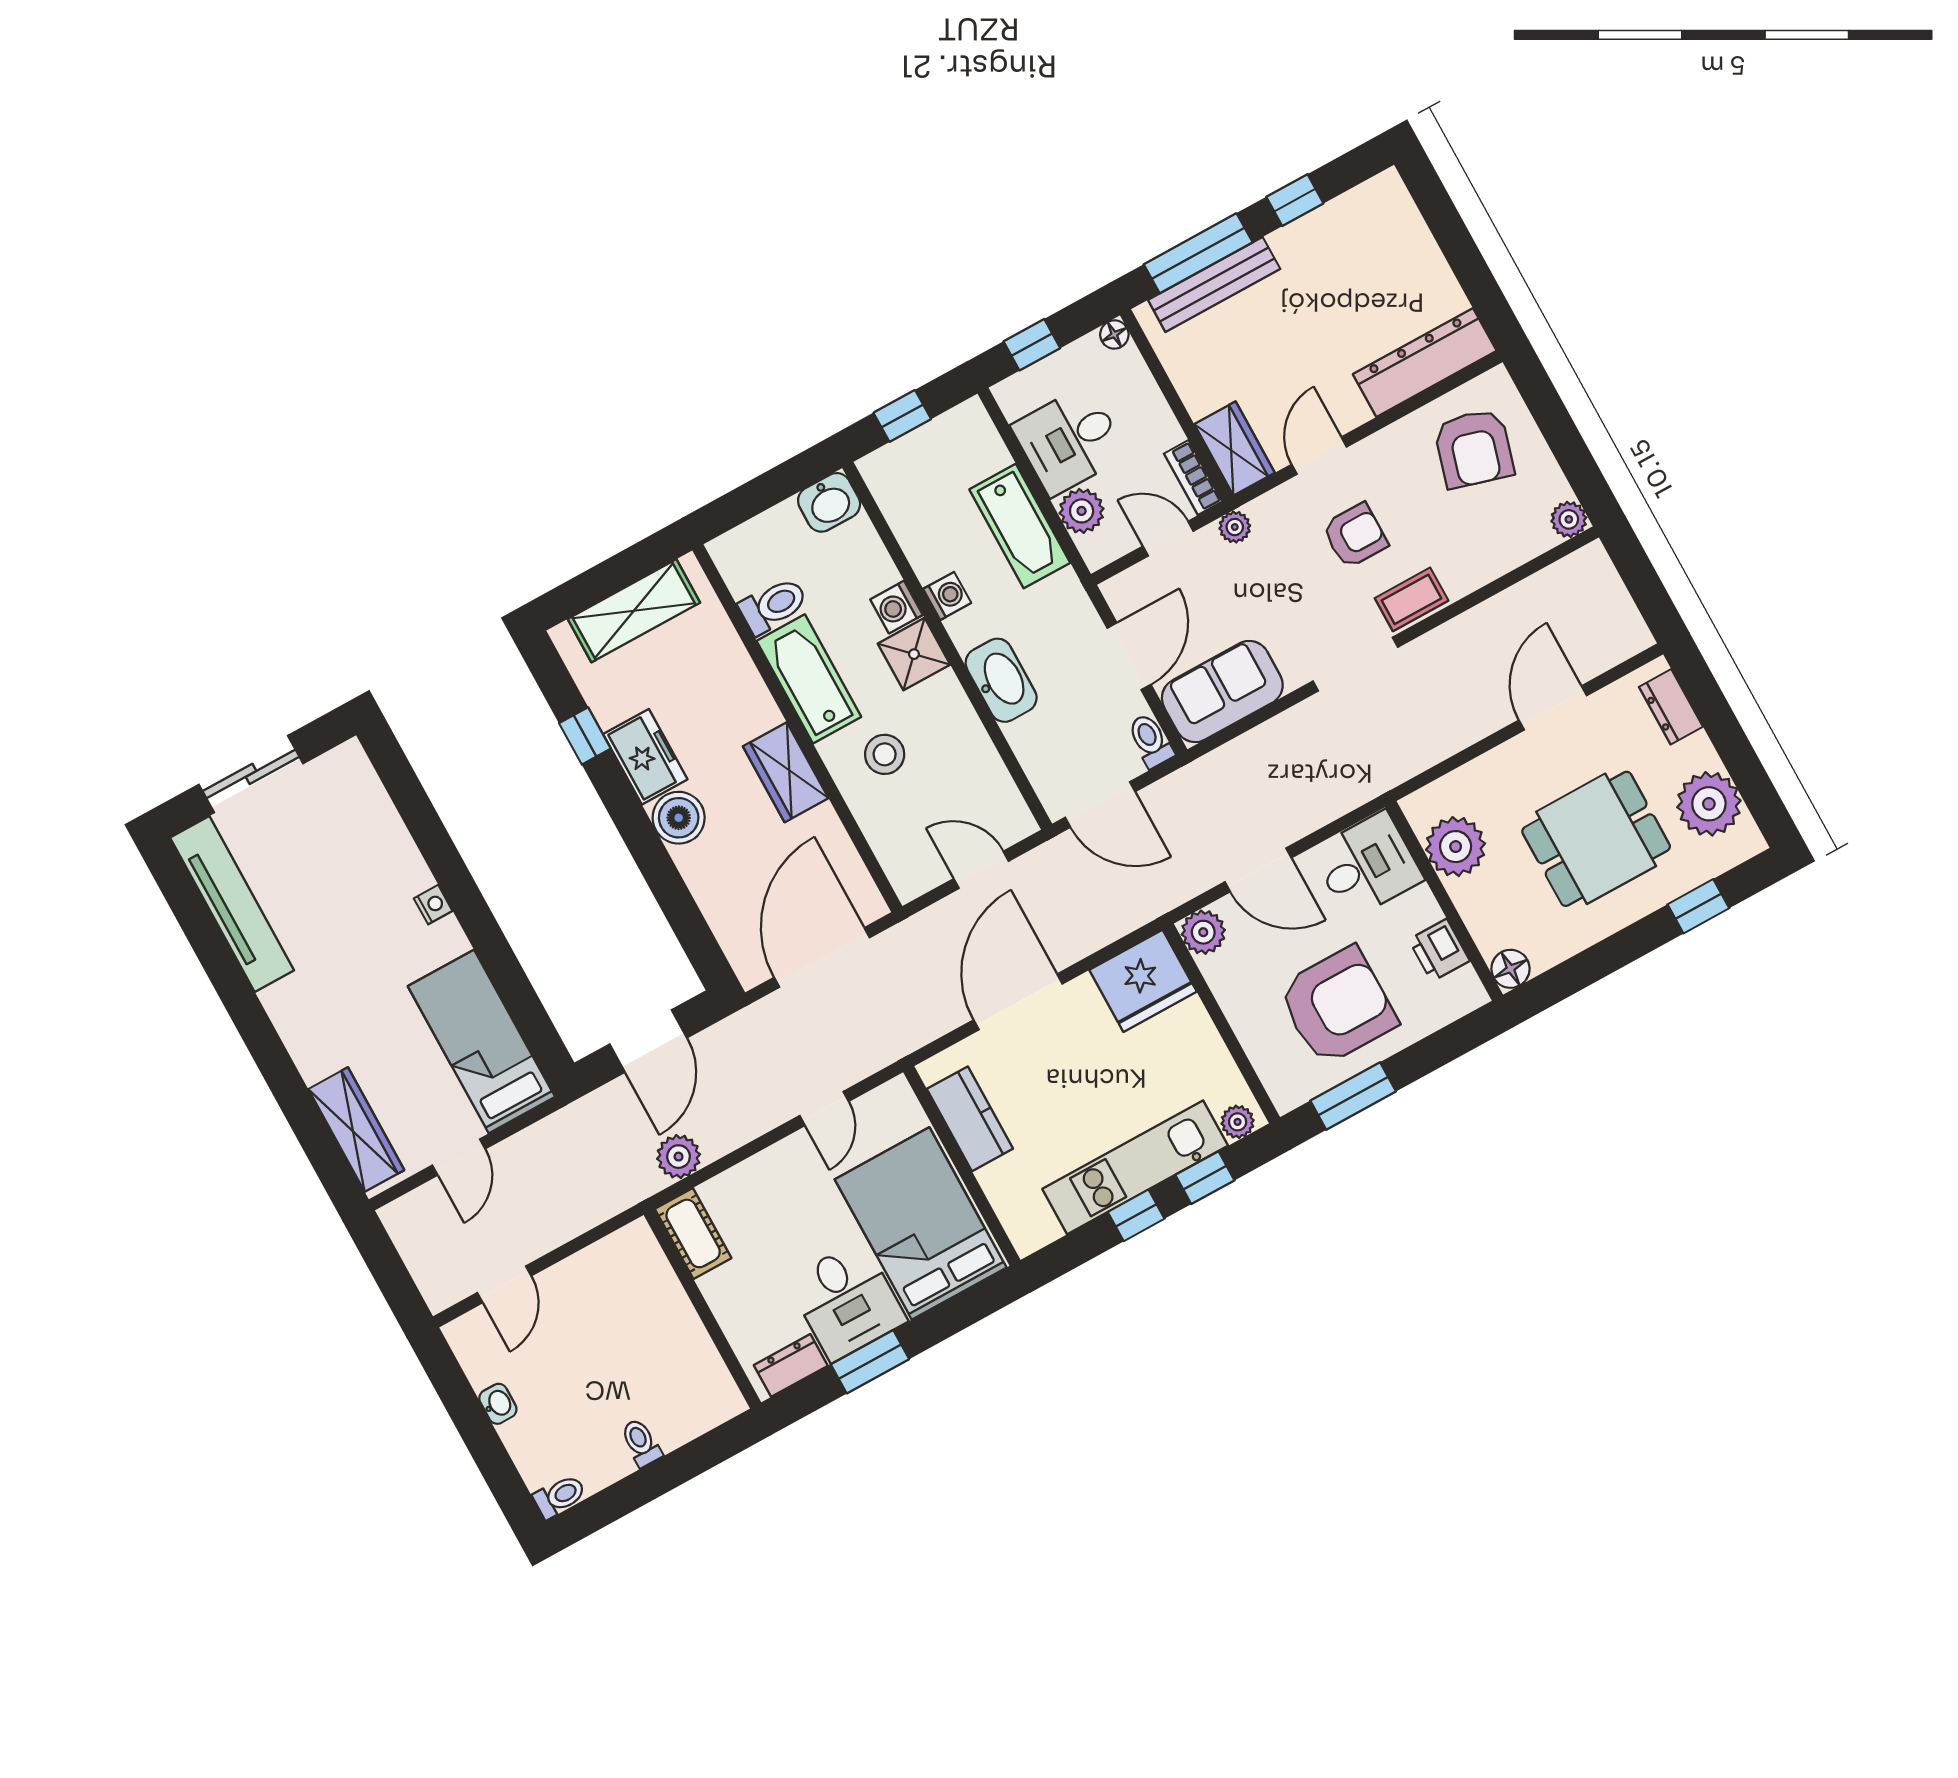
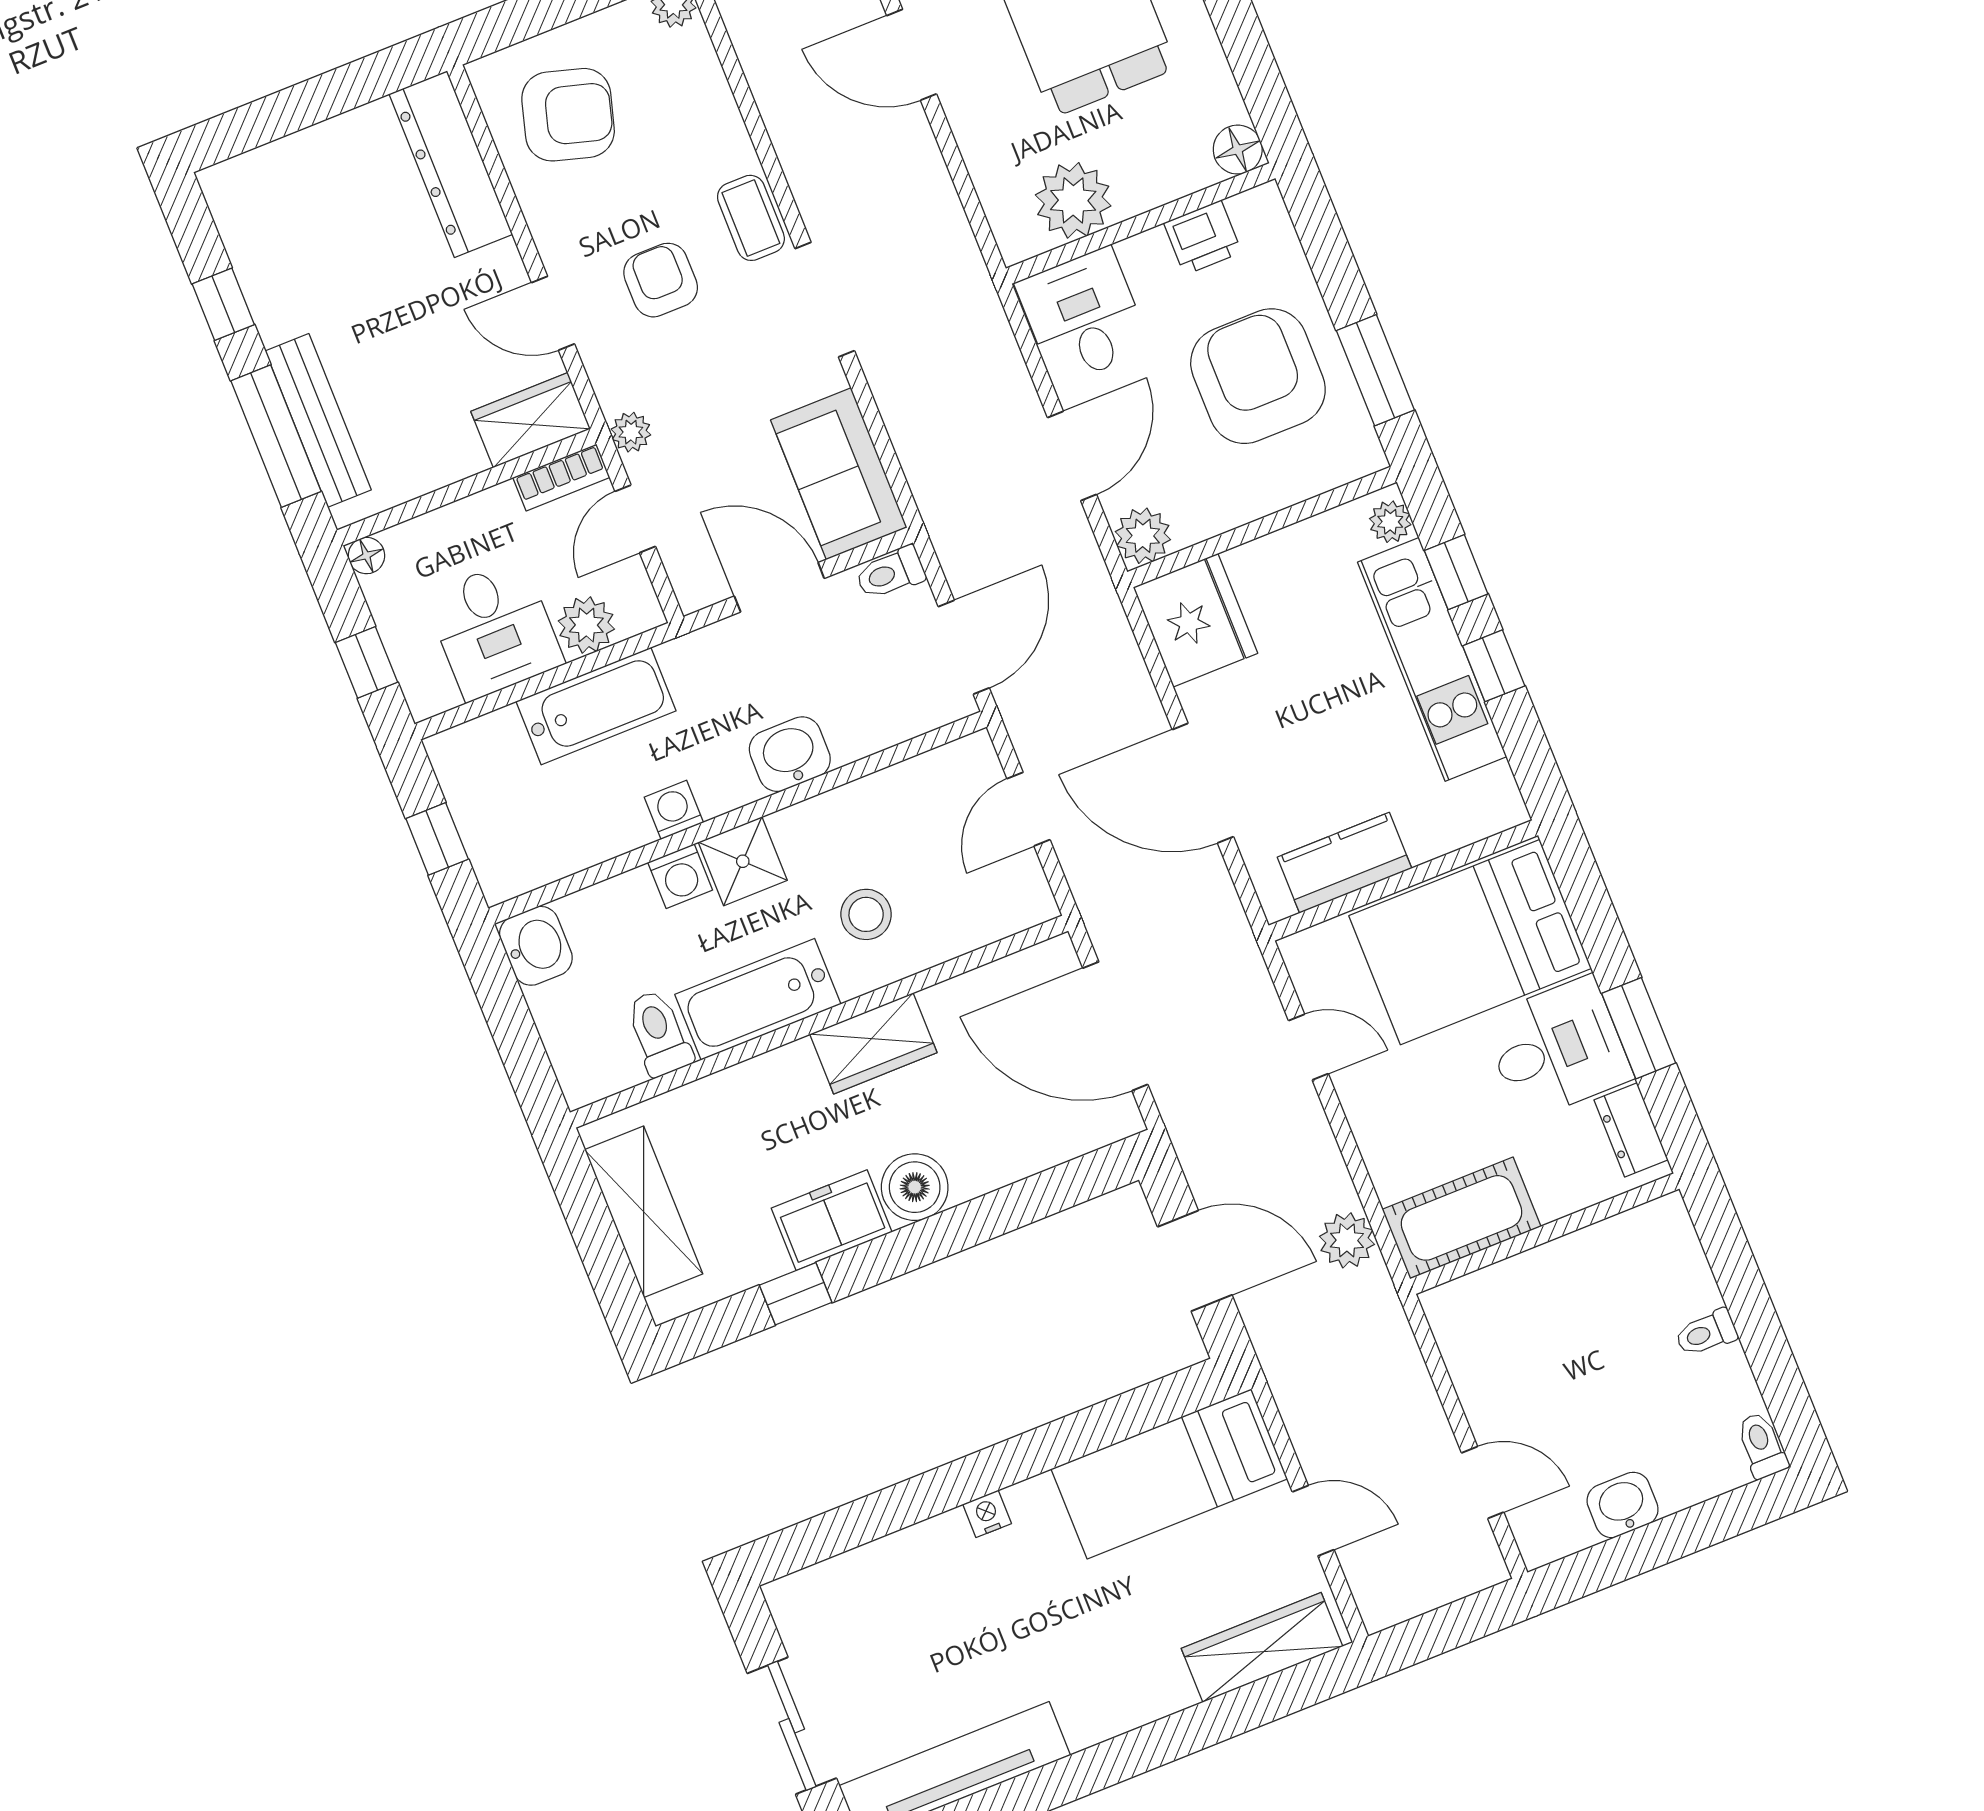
washbasin: (1001, 680) -> (790, 754), width x0.72
cot: (693, 1233) -> (1461, 1218), width x1.37, depth x1.34
washbasin: (498, 1404) -> (1623, 1505), width x1.38, depth x1.45

